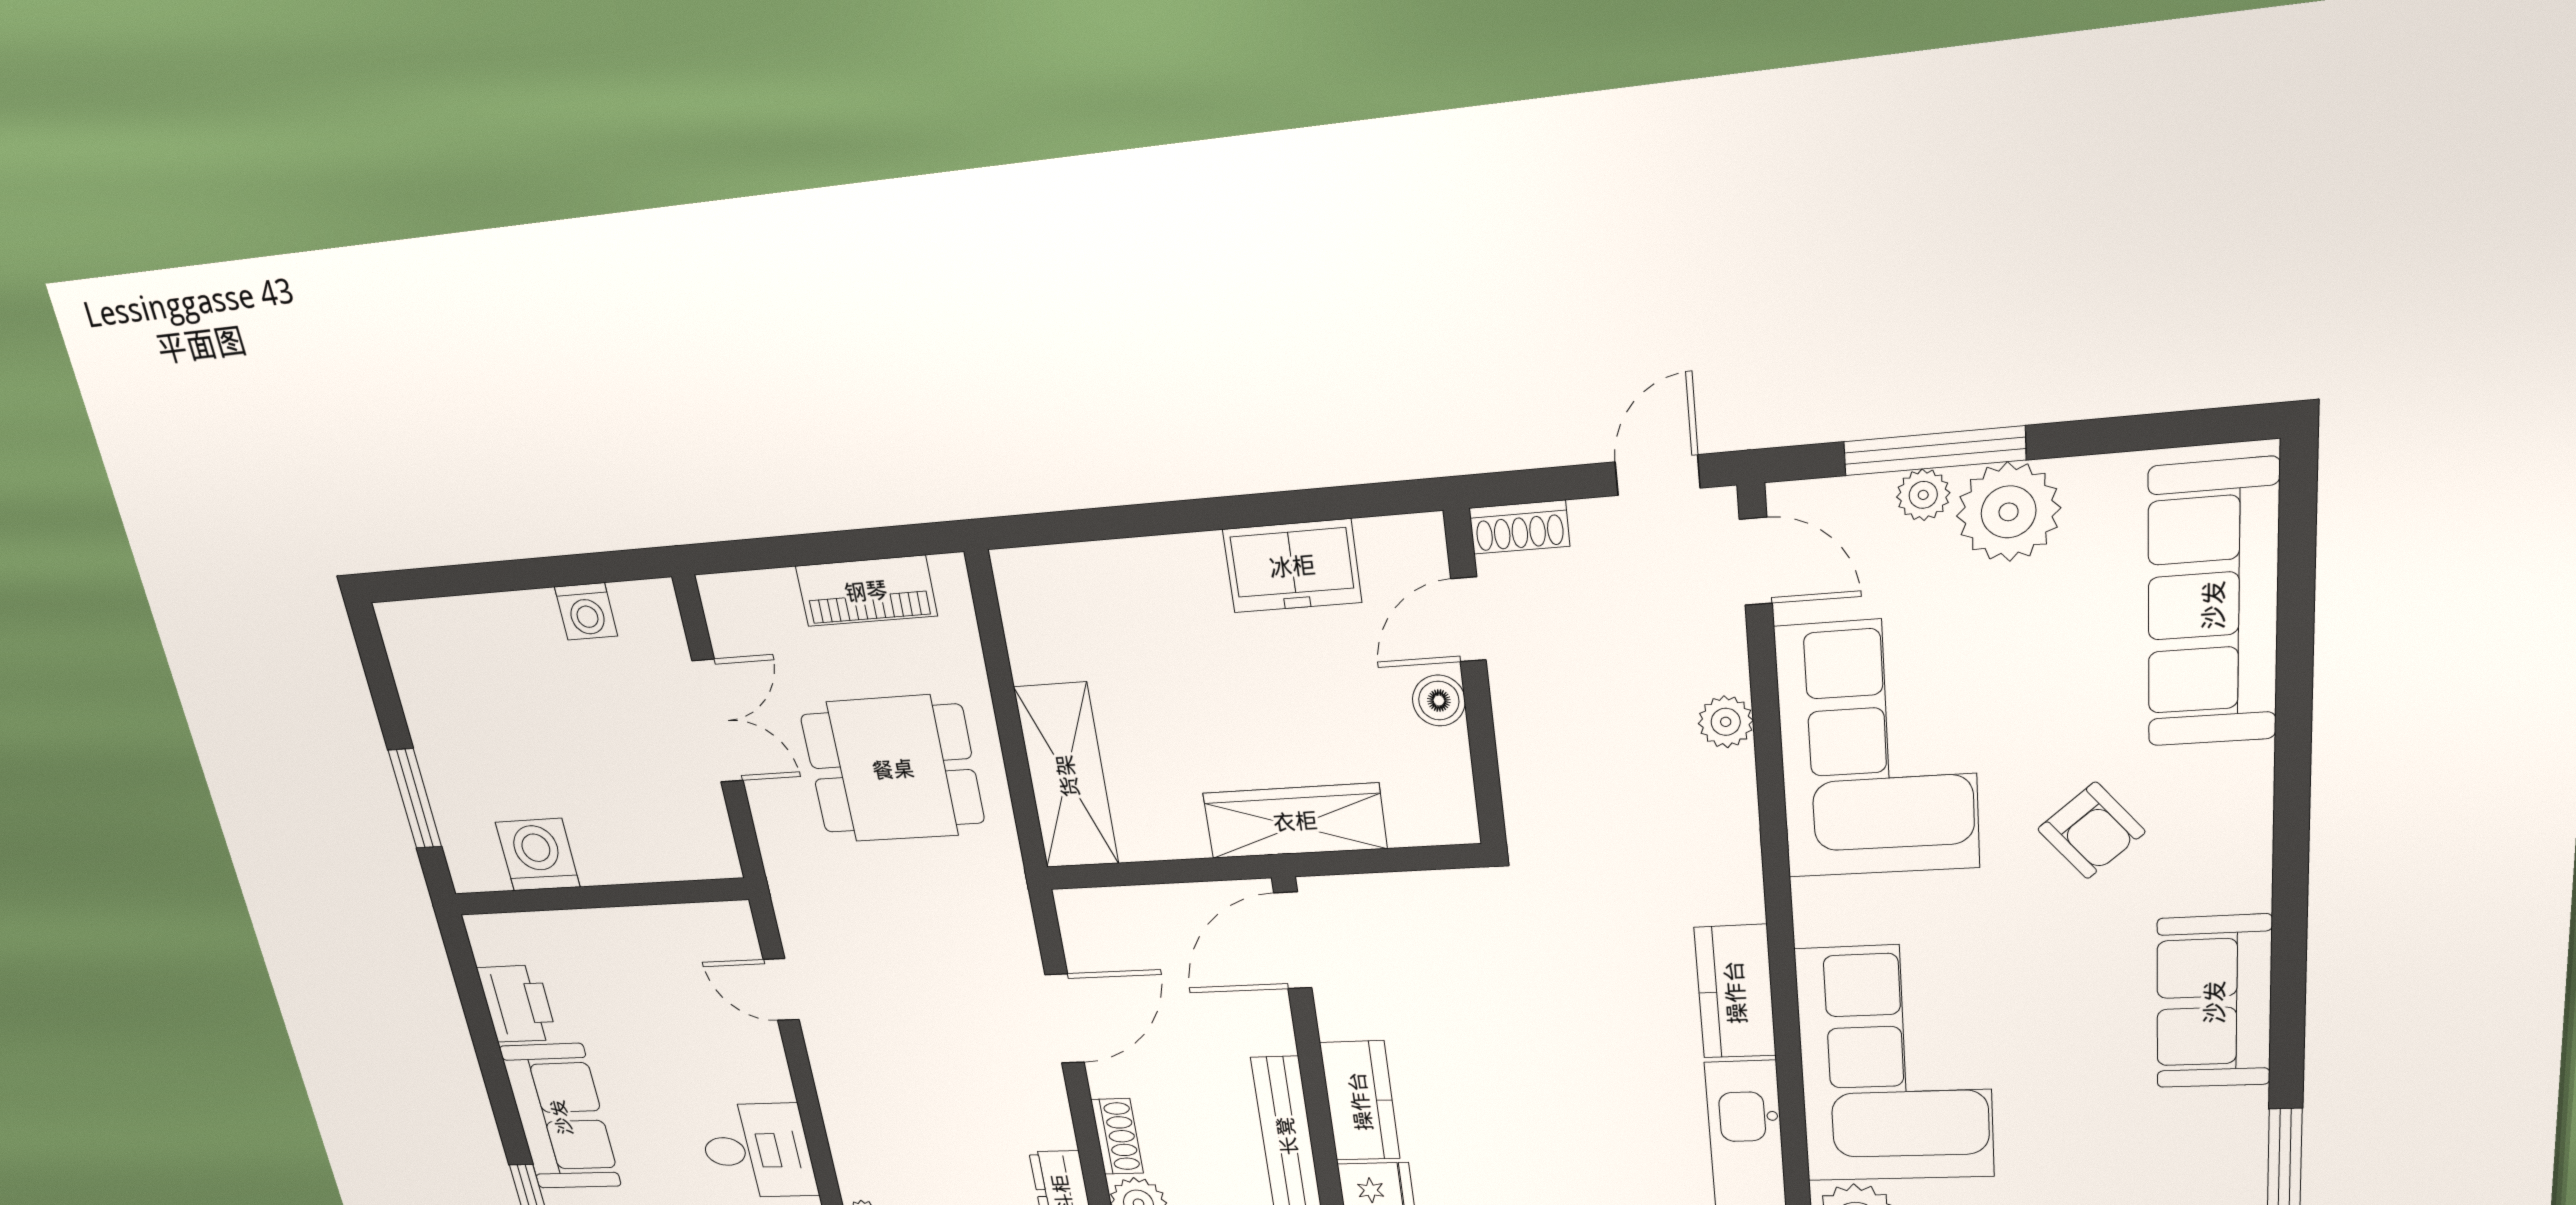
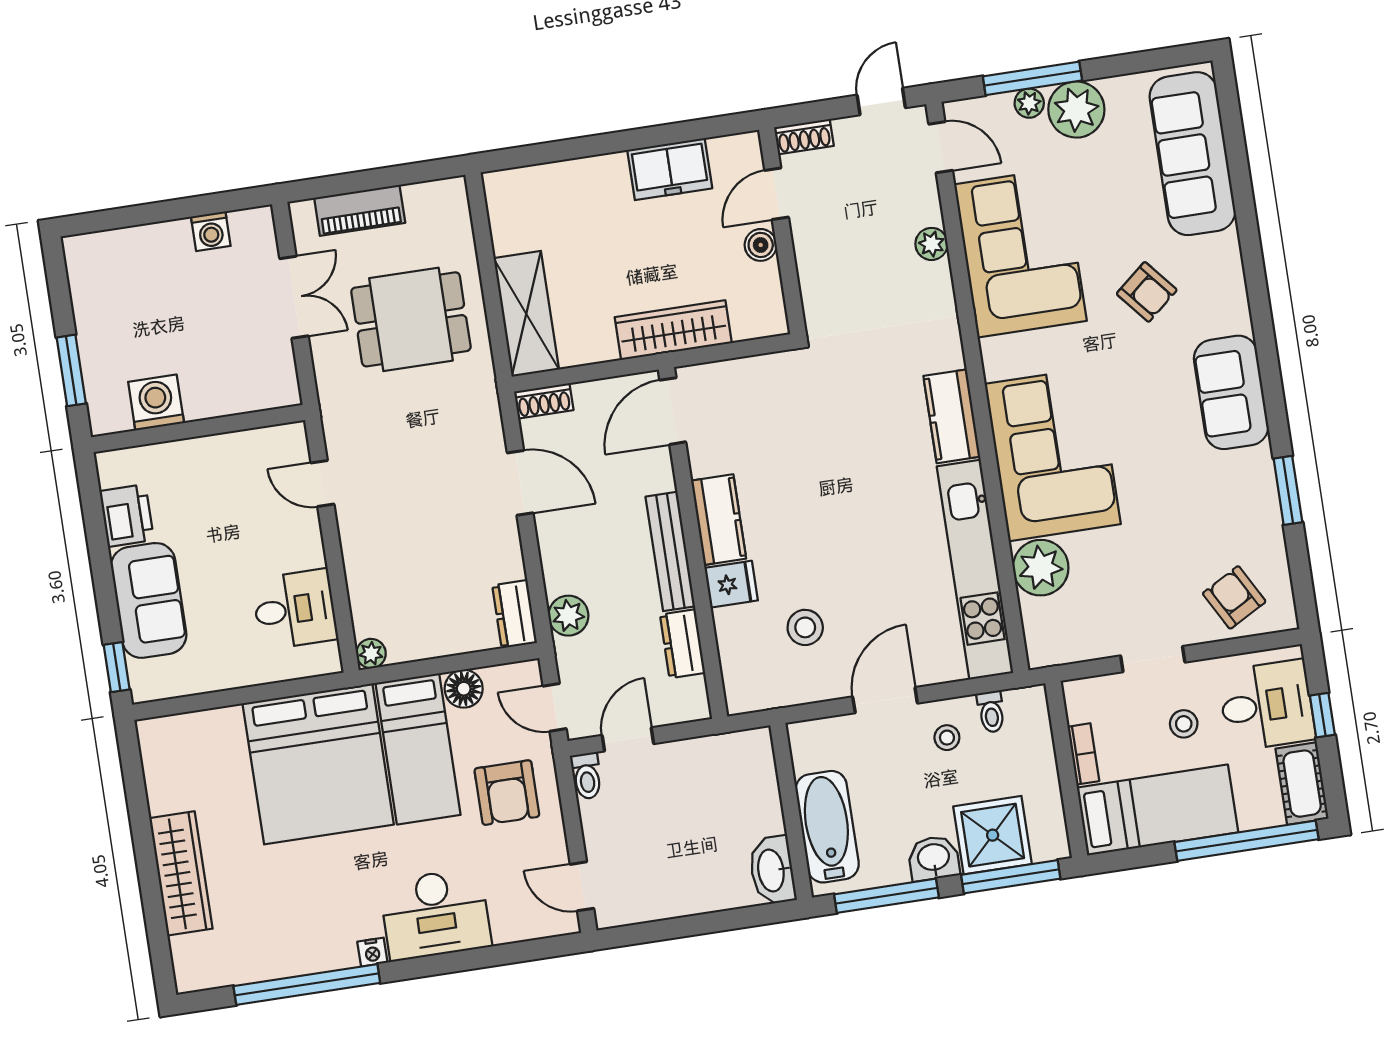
piano: (866, 591) -> (360, 210), moved
door: (1065, 1019) -> (520, 483), hinge flipped
shoe rack: (1117, 1136) -> (544, 401), moved, turned 90

